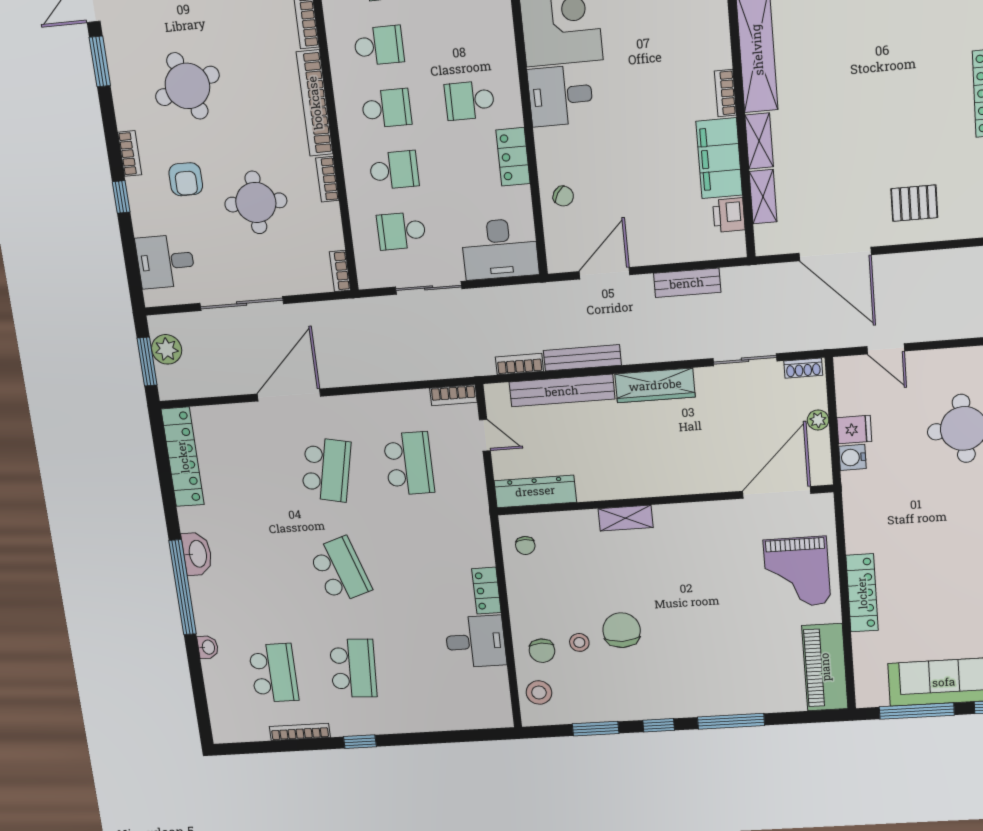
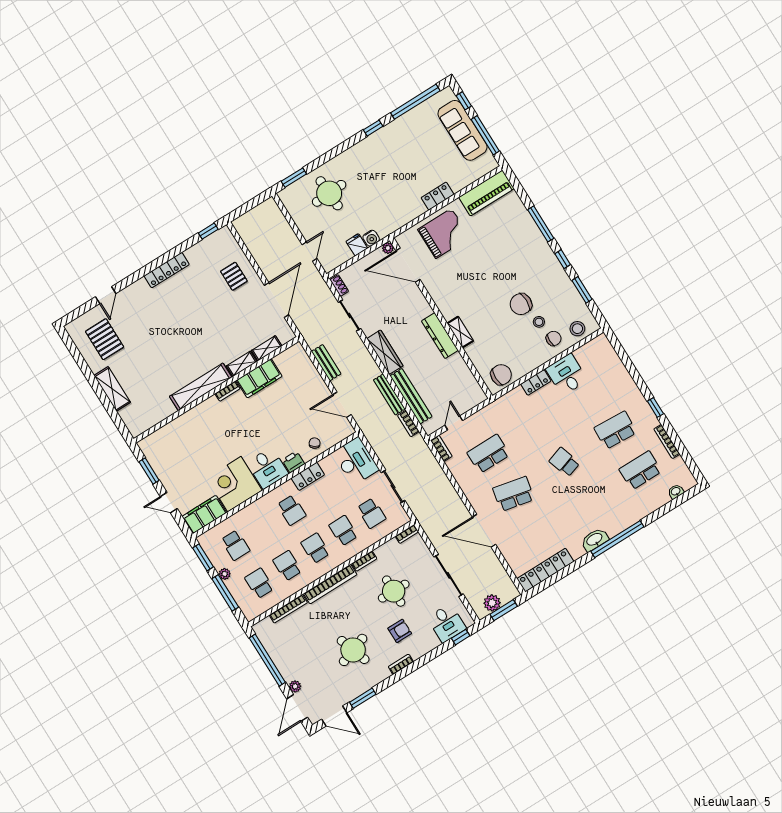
window: (121, 197) -> (461, 637), moved
printer: (729, 215) -> (293, 462), moved, turned 180
plant: (818, 420) -> (388, 248), moved
dresser: (535, 491) -> (440, 336), moved
chair: (525, 545) -> (501, 375), width x1.87, depth x1.87
school desk: (340, 570) -> (564, 462), width x0.54
locker: (862, 593) -> (438, 196), width x0.66
washbasin: (208, 647) -> (676, 492), moved

